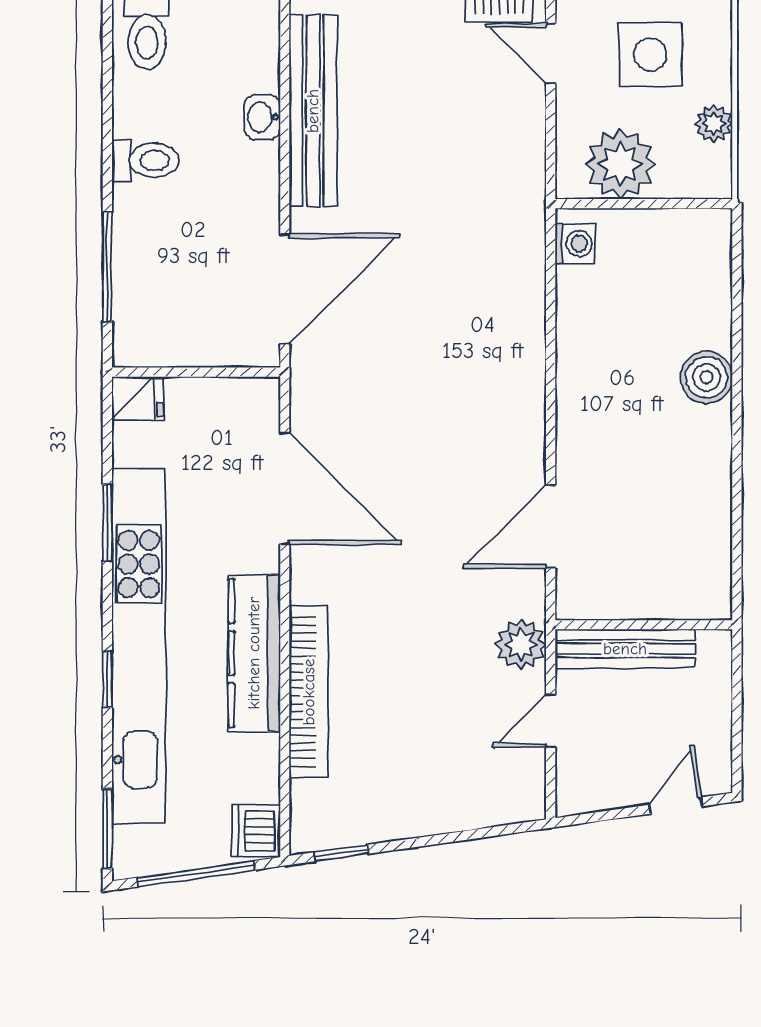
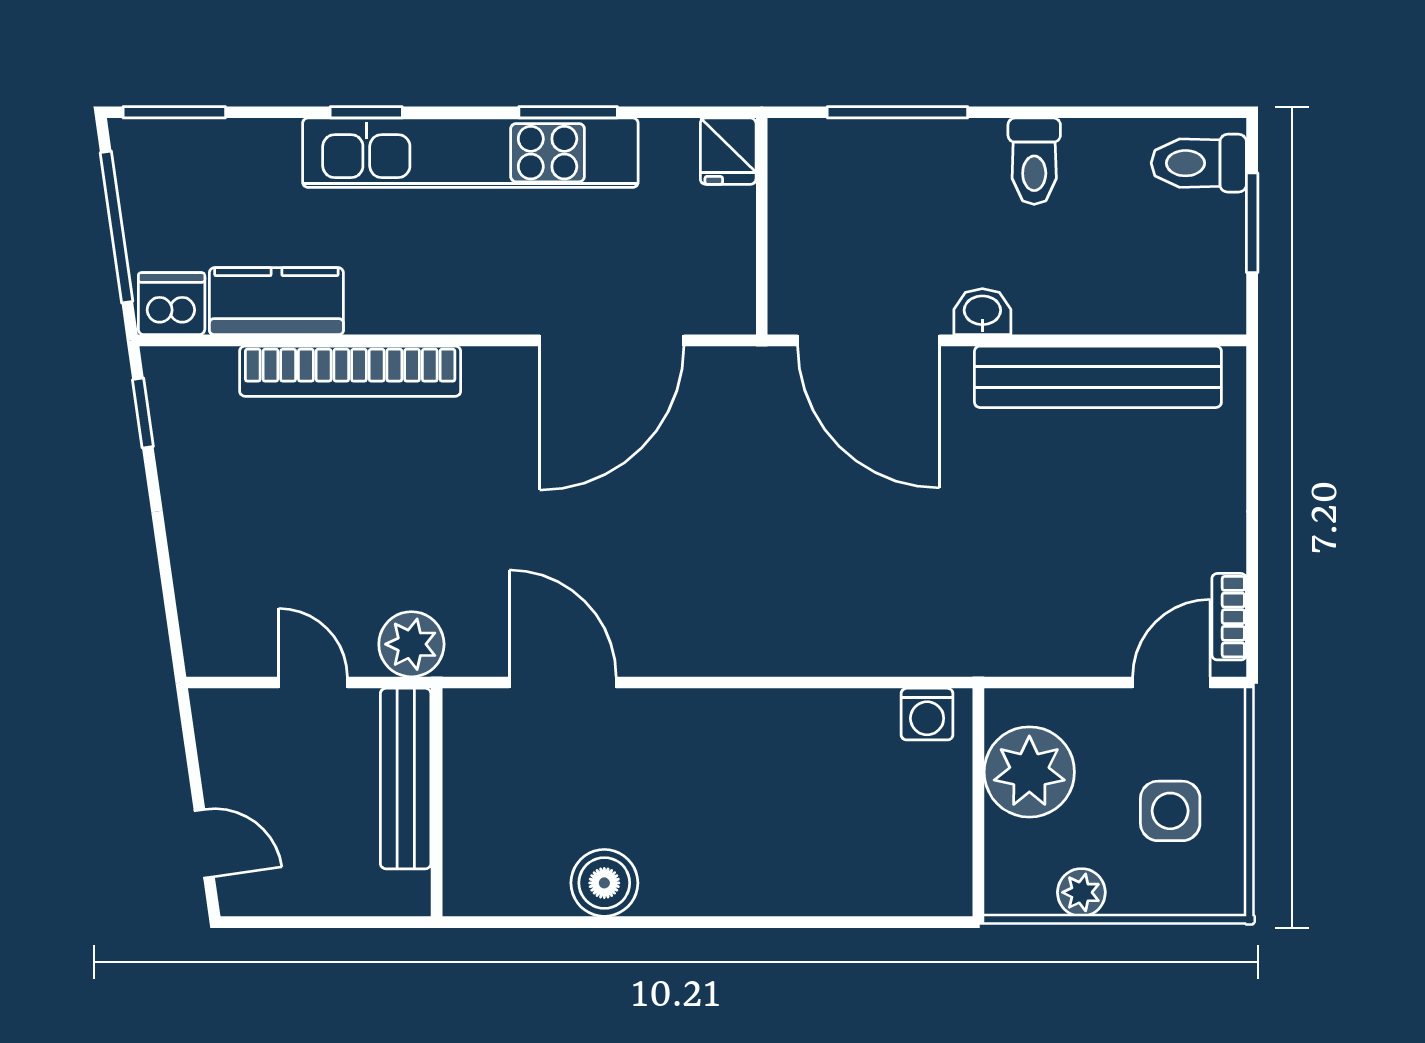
side table: (650, 55) -> (1170, 811), width x0.73, depth x0.73
washbasin: (262, 117) -> (982, 312), moved
boiler: (706, 377) -> (604, 883), moved
kitchen unit: (139, 646) -> (470, 153), width x0.73
kitchen counter: (254, 653) -> (276, 301), moved, width x0.67

